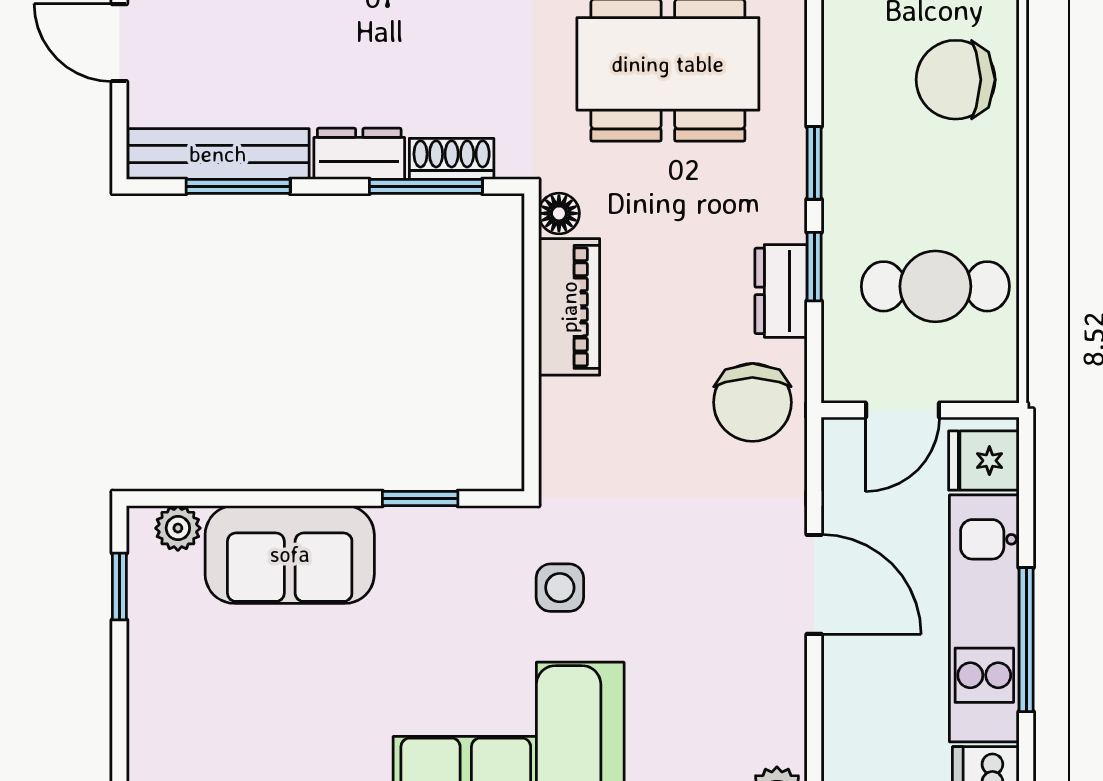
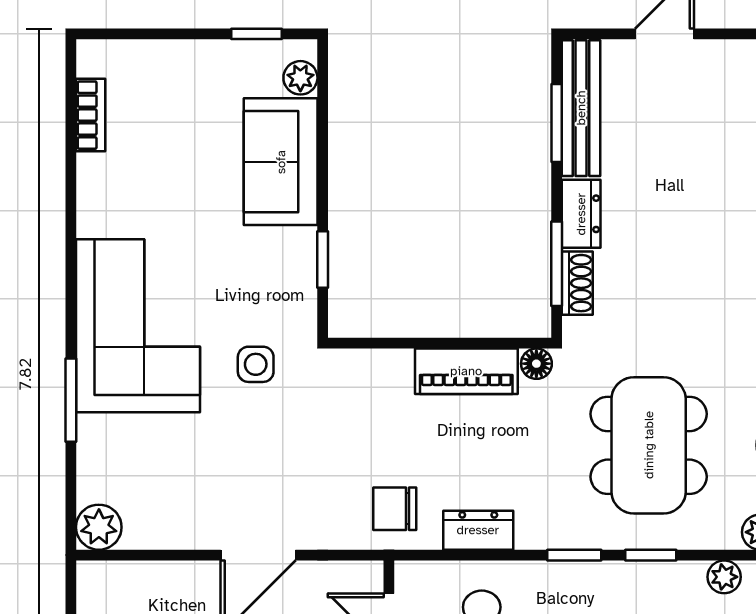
window: (814, 267) -> (651, 555), moved
chair: (752, 402) -> (395, 509), width x0.73, depth x0.73

